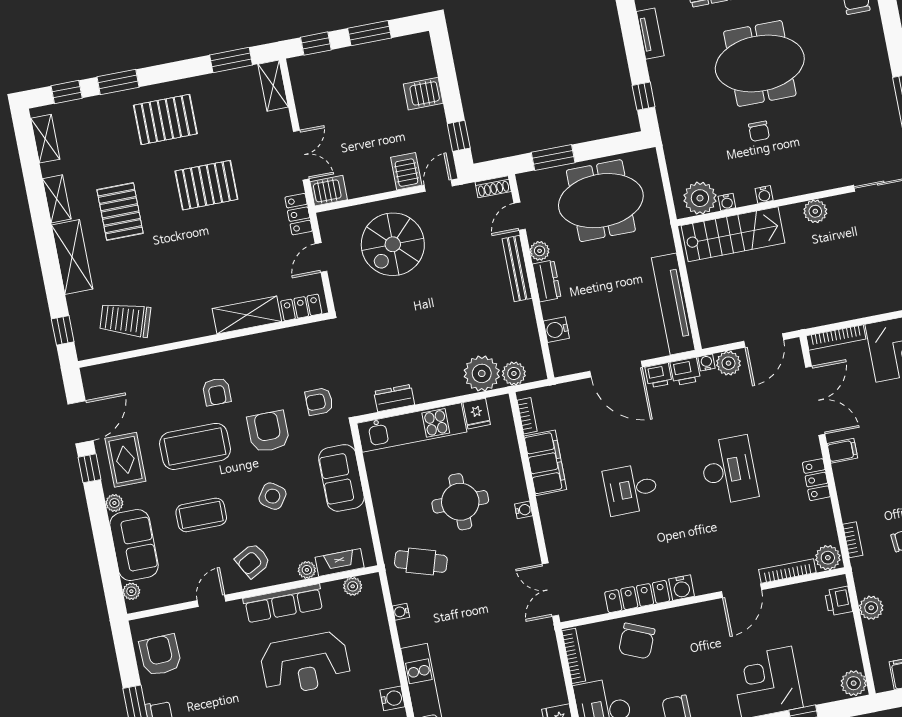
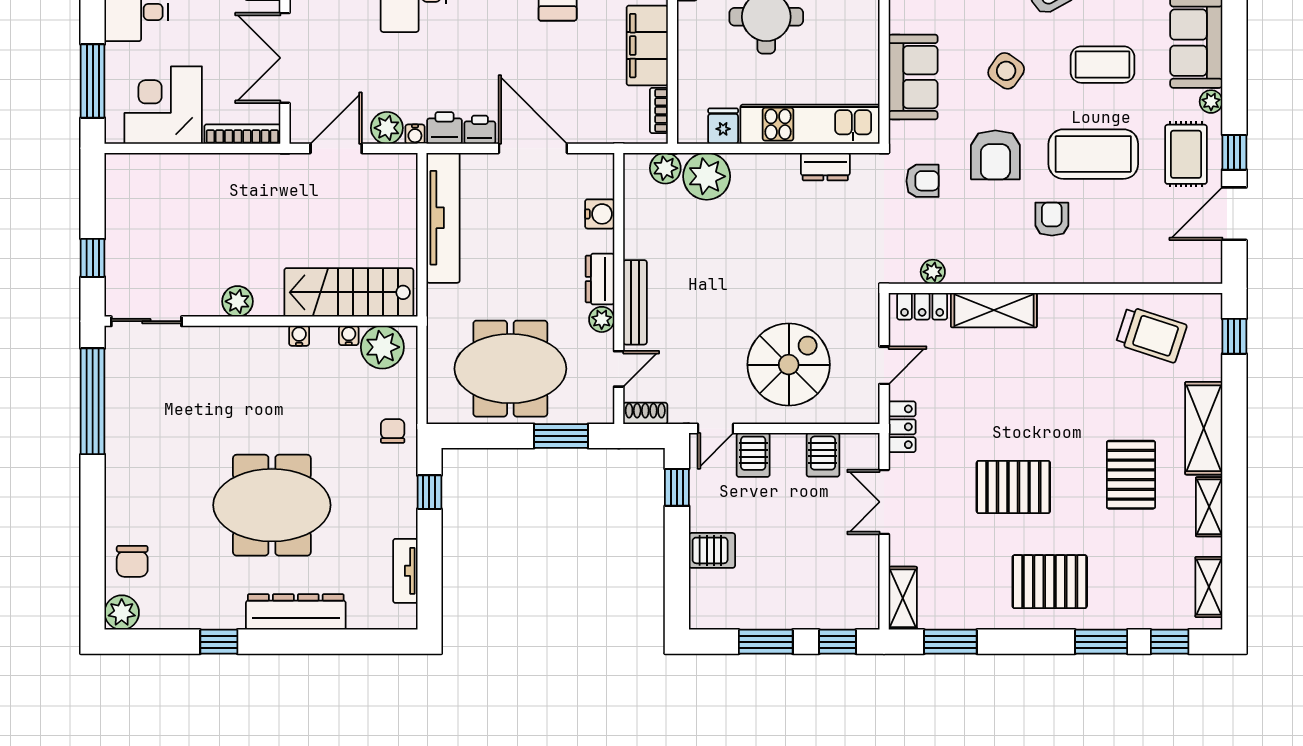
chair: (759, 131) -> (393, 431), moved
server rack: (329, 191) -> (823, 455), moved, turned -90
plant: (298, 335) -> (933, 272), added

